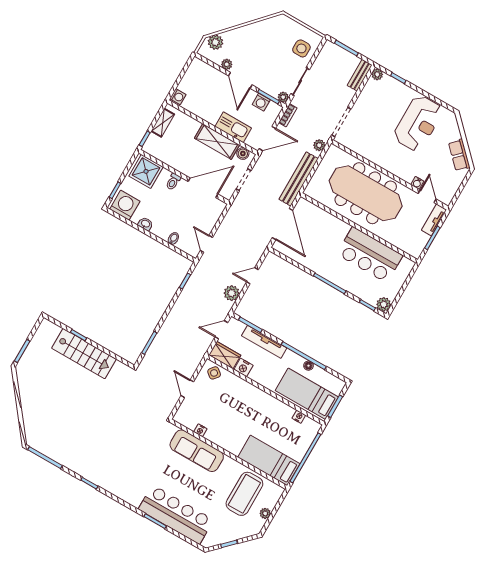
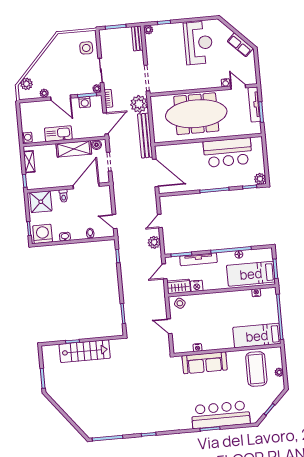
kitchen sink: (233, 127) -> (58, 134), moved
plant: (319, 145) -> (139, 104), width x1.87, depth x1.87
tv unit: (434, 220) -> (254, 104), width x1.41

